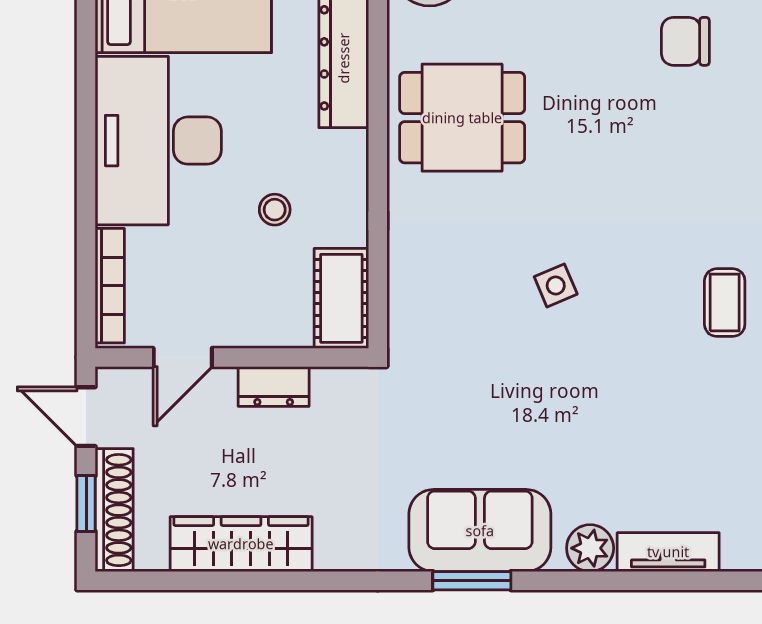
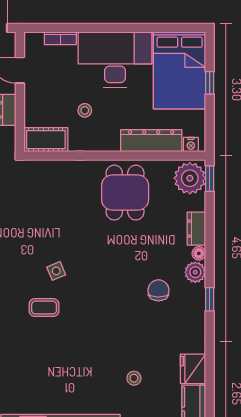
side table: (556, 285) -> (56, 271), moved
bookcase: (110, 286) -> (60, 38), width x0.64

